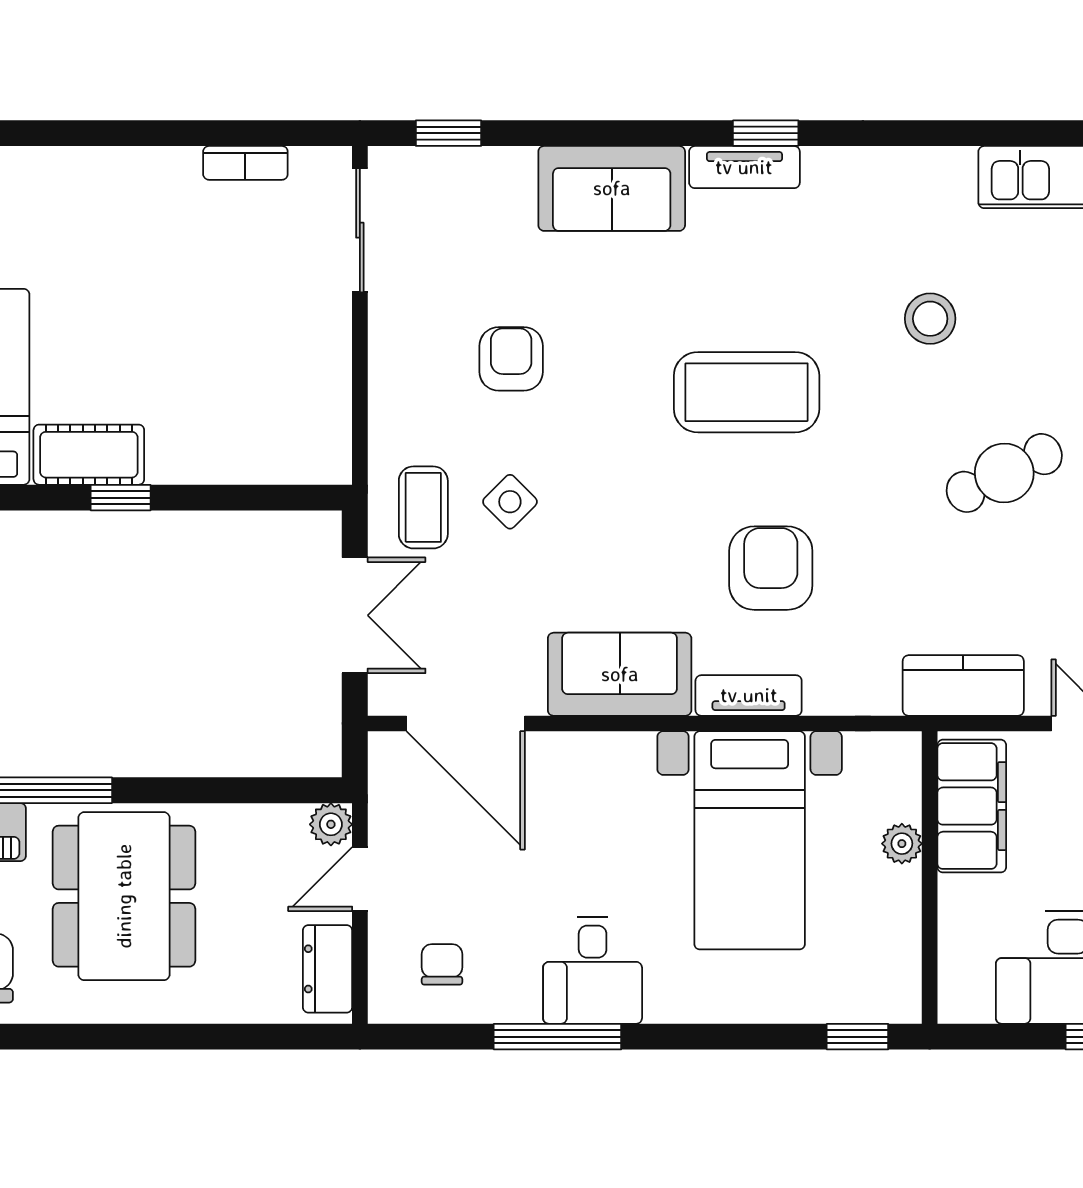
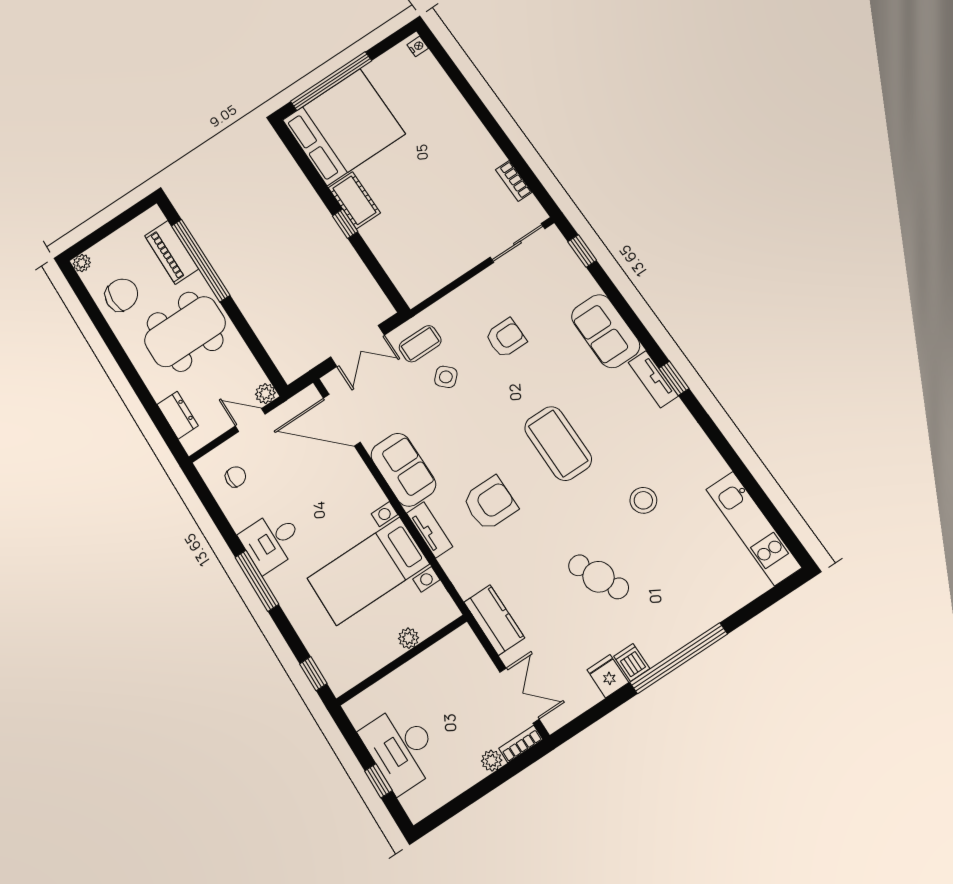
door: (466, 723) -> (342, 420), hinge flipped
filing cabinet: (972, 806) -> (444, 658), removed
dresser: (328, 969) -> (178, 415), moved, turned 90
window: (557, 1037) -> (257, 581), moved

